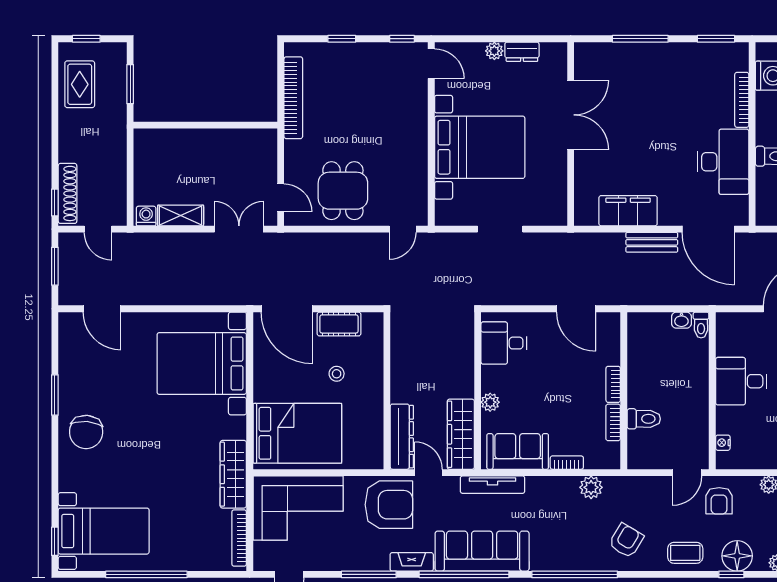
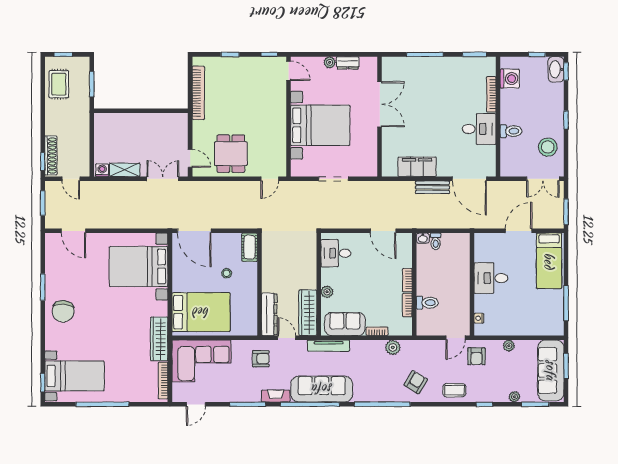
desk: (723, 162) -> (479, 129), width x0.73
washbasin: (681, 320) -> (423, 238), moved
cot: (339, 324) -> (250, 247), moved, turned 90
toilet: (701, 325) -> (436, 241), moved
armchair: (389, 505) -> (261, 359), width x0.53, depth x0.53
floor lamp: (737, 556) -> (488, 392), removed

